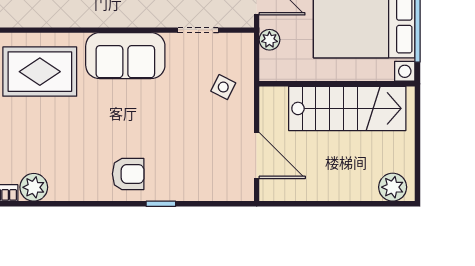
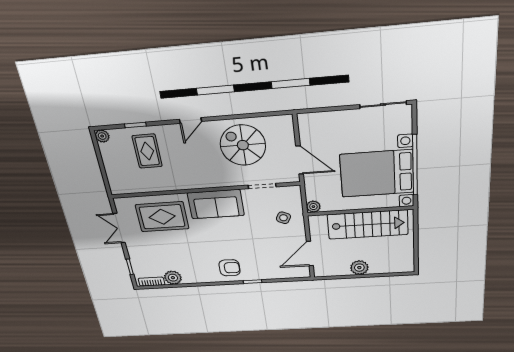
plant: (269, 40) -> (313, 207), moved
door: (257, 155) -> (310, 254), swing flipped
plant: (393, 187) -> (359, 268), moved

